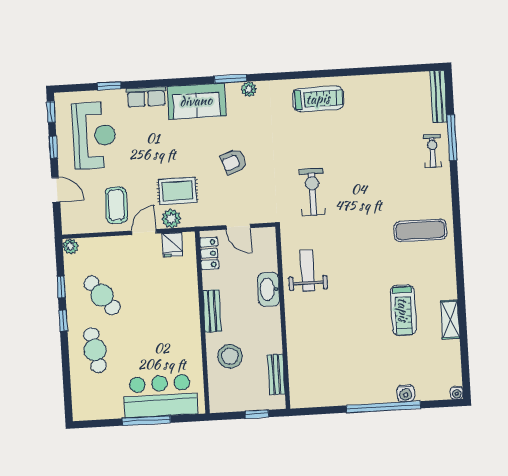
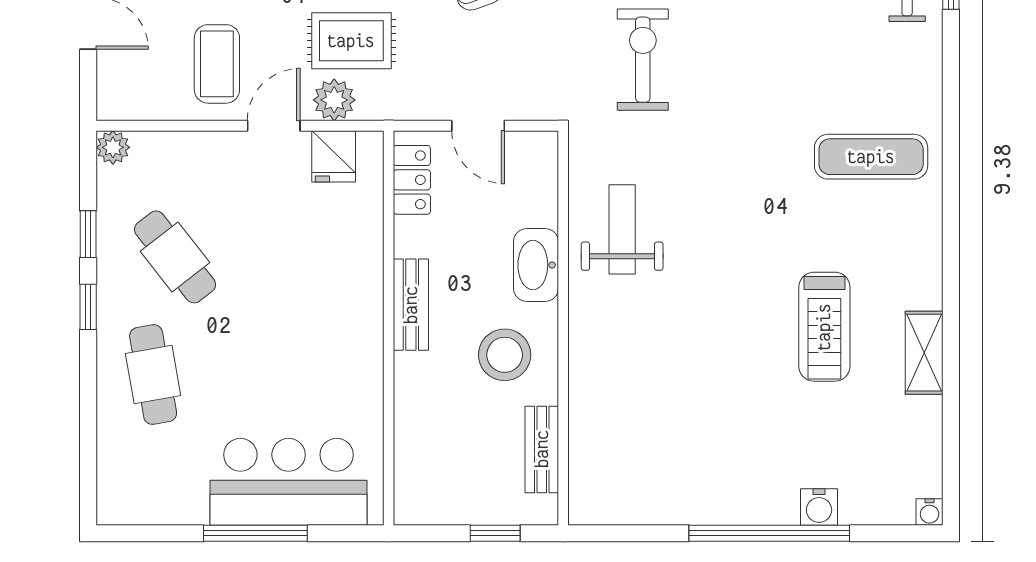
stool: (230, 356) -> (505, 355), moved

